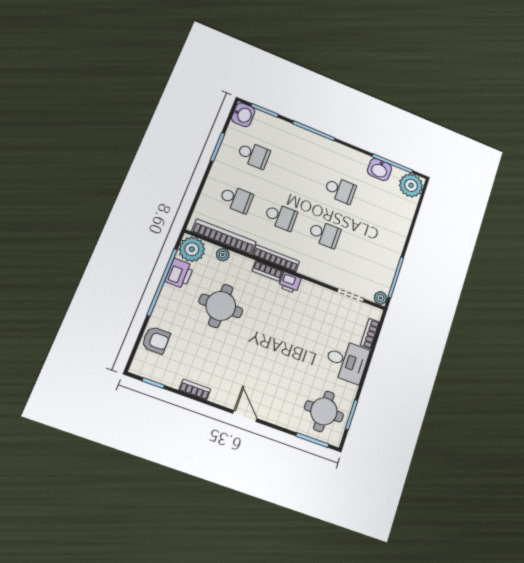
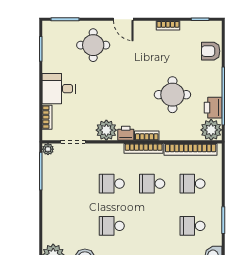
plant: (223, 255) -> (106, 130), moved, width x1.87, depth x1.87
round table: (324, 411) -> (93, 45), moved

